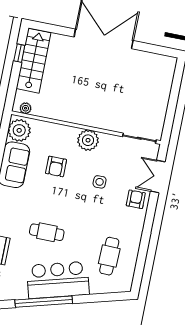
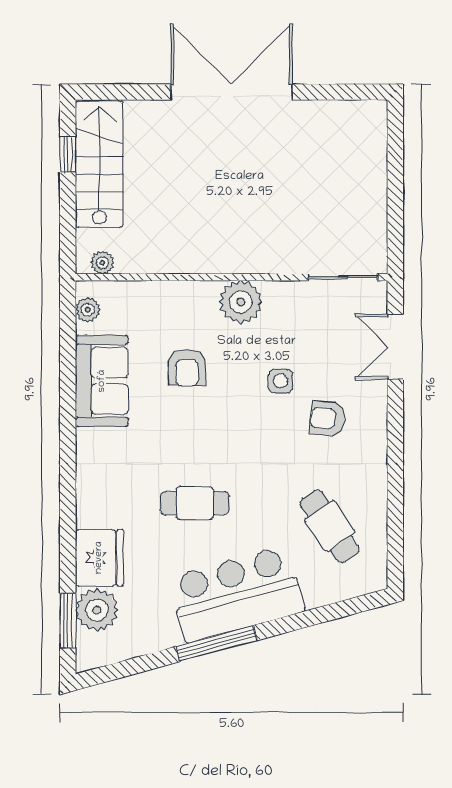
plant: (19, 130) -> (88, 310), width x0.53, depth x0.53
armchair: (136, 199) -> (328, 419), moved, turned -84
cafe table: (109, 256) -> (330, 526), turned -35
window: (44, 302) -> (216, 644), width x0.68

